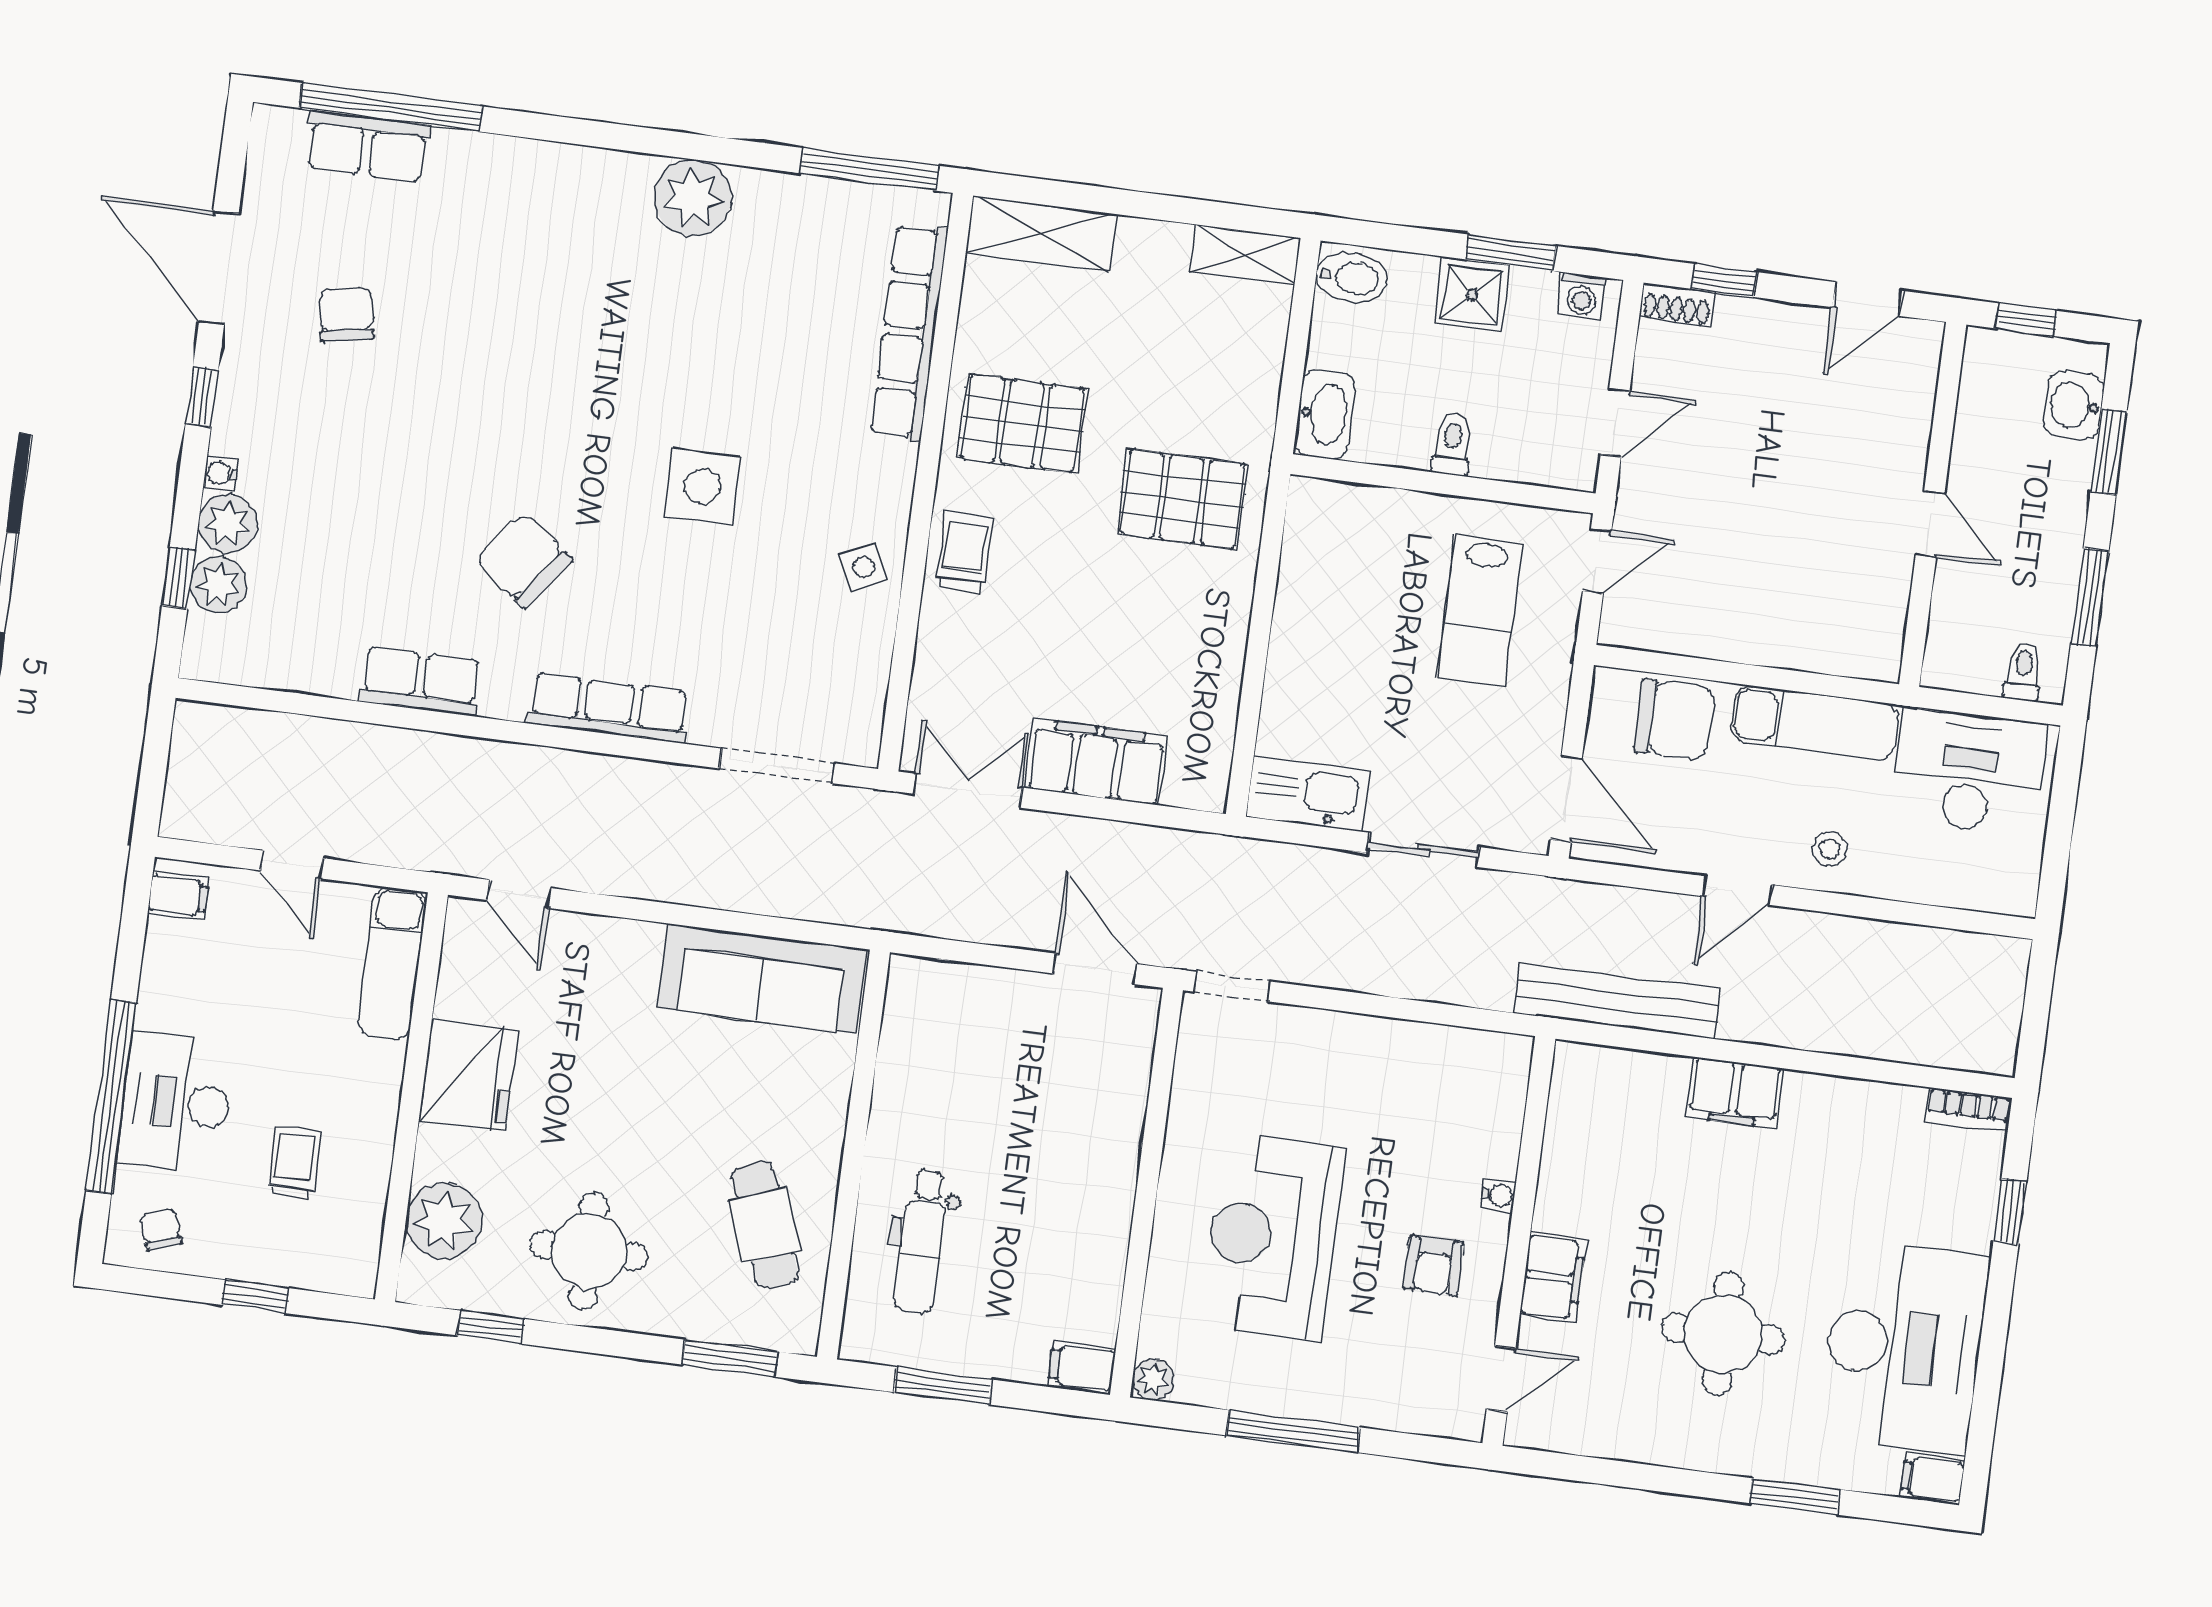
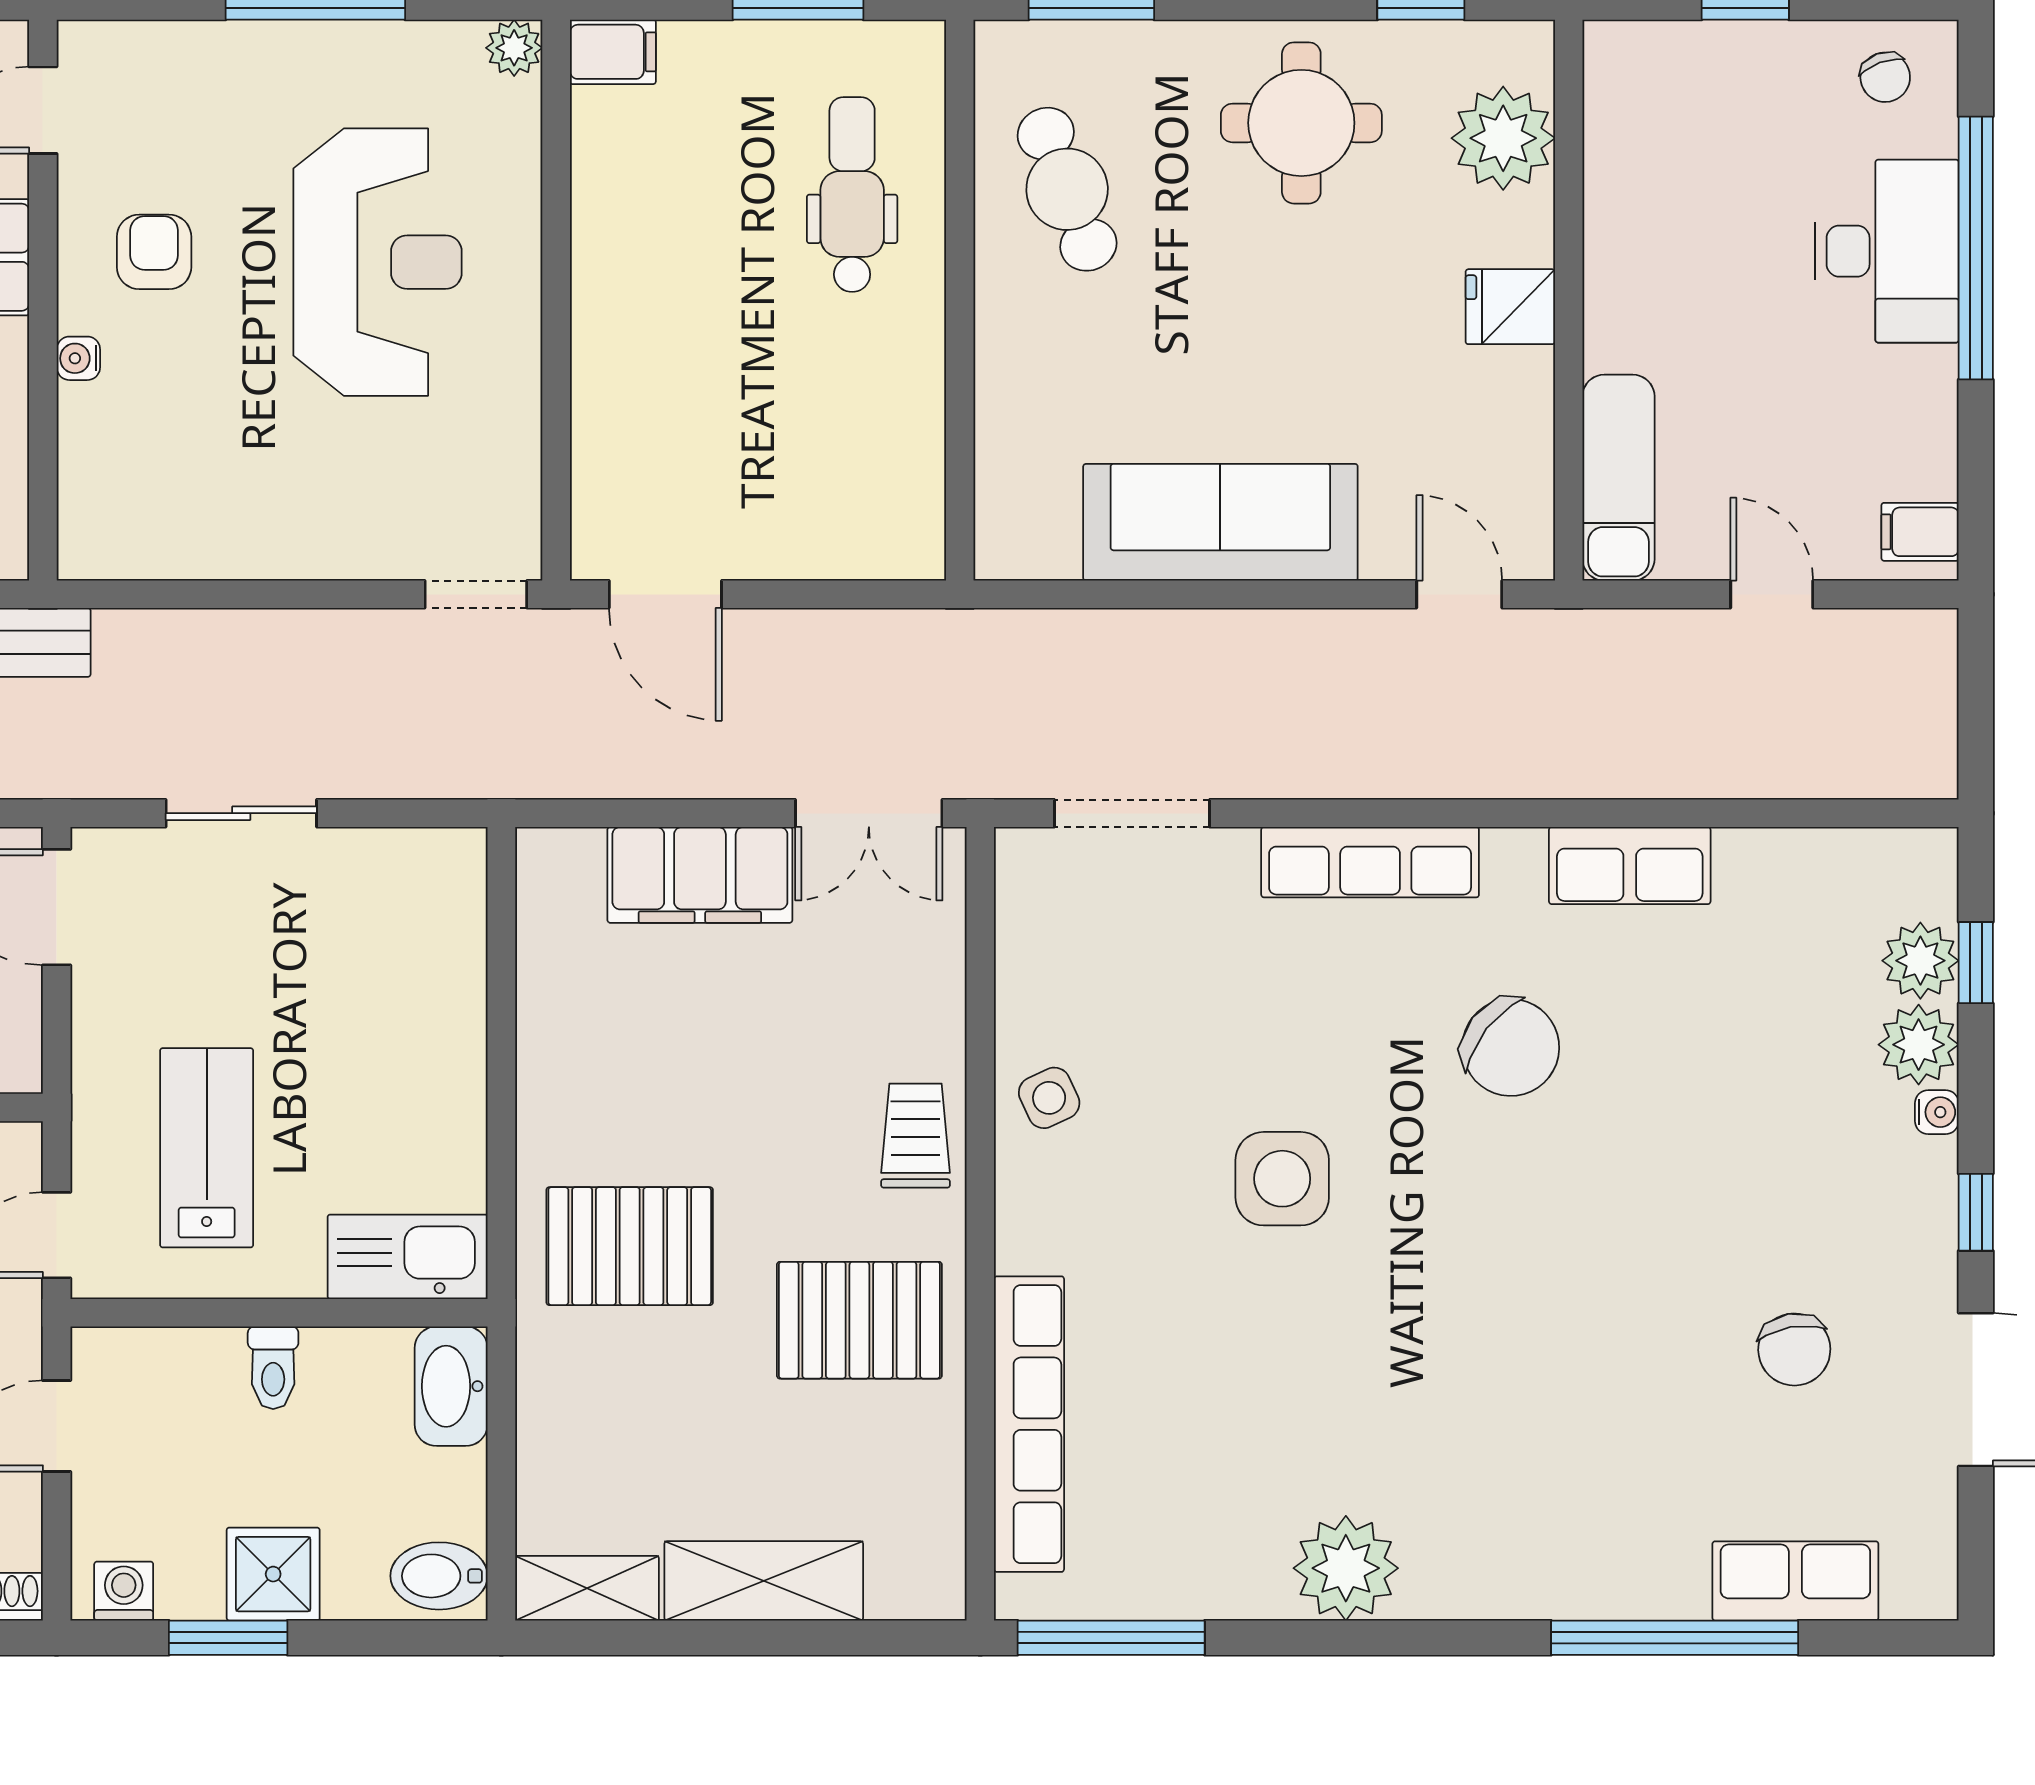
window: (391, 107) -> (1675, 1638), moved
shelving: (1041, 234) -> (764, 1581), moved
trolley: (964, 552) -> (915, 1136), turned 180
kitchen sink: (1308, 794) -> (408, 1257), moved, turned 180
sofa: (762, 979) -> (1220, 522), moved
fridge: (469, 1075) -> (1510, 307), width x0.53, depth x0.75
trolley: (294, 1162) -> (1716, 191), removed

